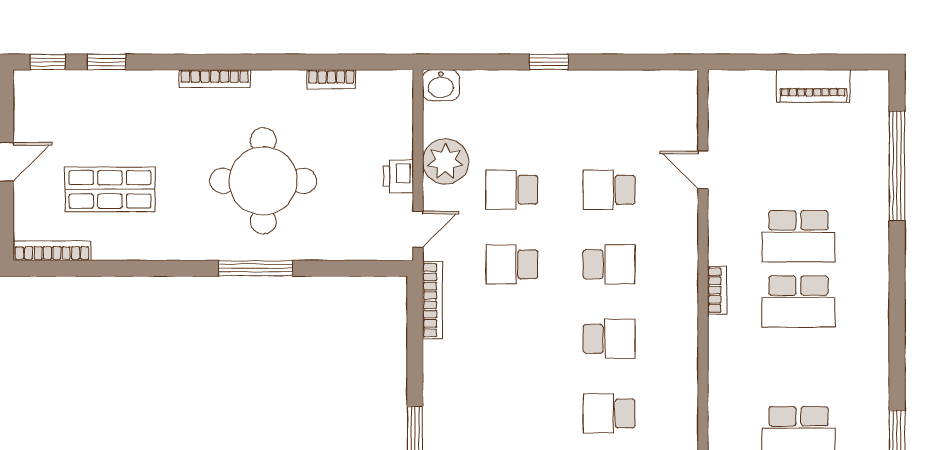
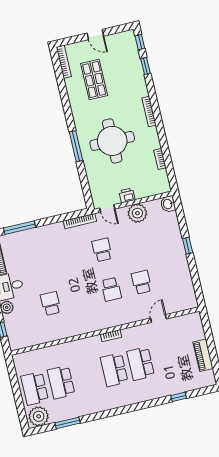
window: (897, 166) -> (179, 397), width x0.32
school desk: (512, 190) -> (132, 243), removed
school desk: (609, 339) -> (81, 296), removed

